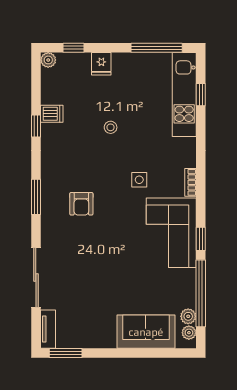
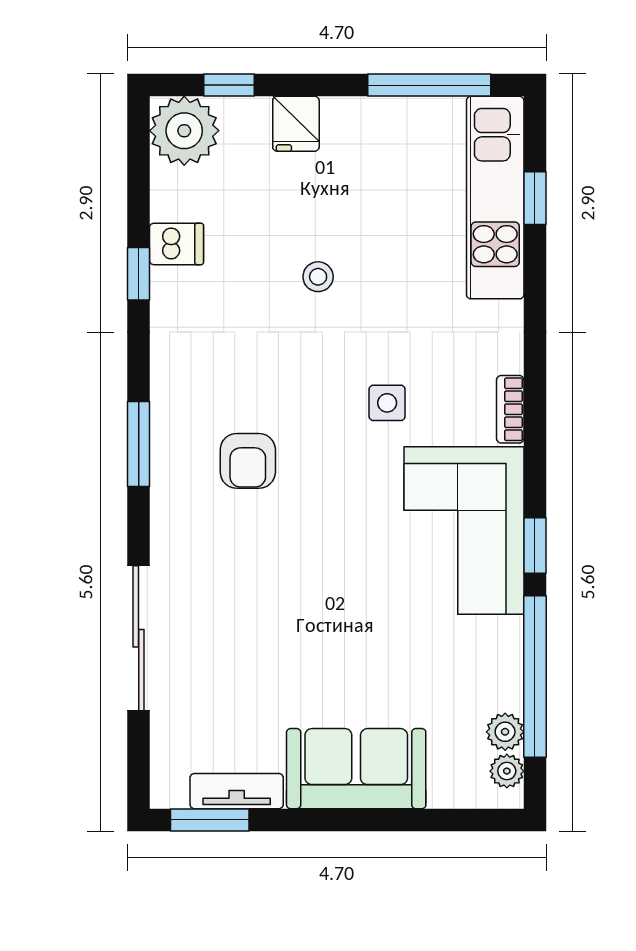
plant: (48, 60) -> (184, 131), width x1.87, depth x1.87
tv unit: (48, 329) -> (237, 791), moved, turned -90
sofa: (146, 332) -> (356, 769), moved

